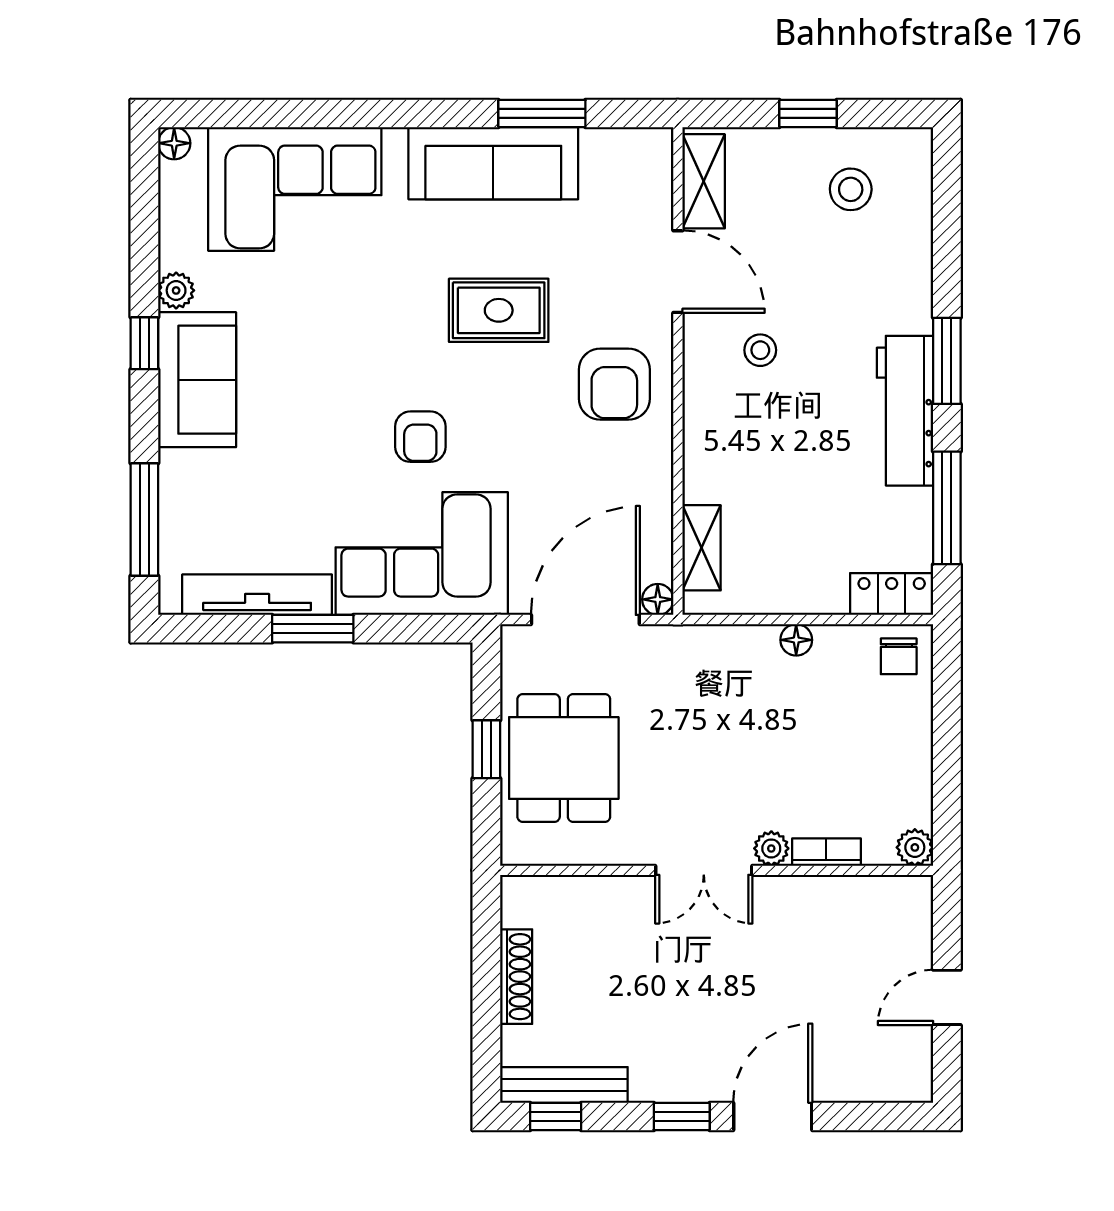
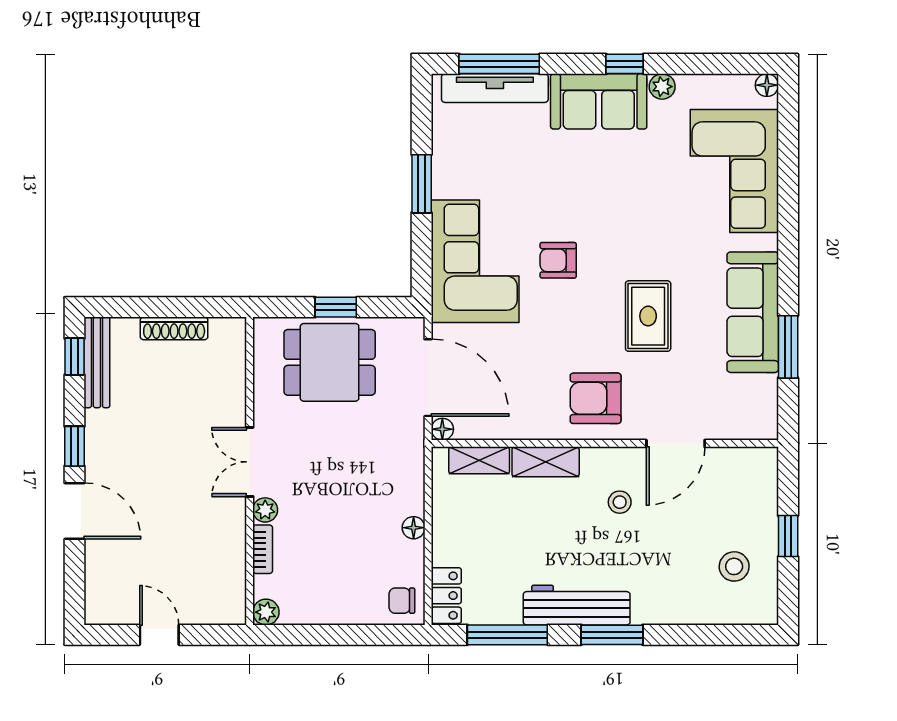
shelving: (704, 181) -> (546, 462), moved
tv unit: (257, 595) -> (495, 88), moved, turned 90

